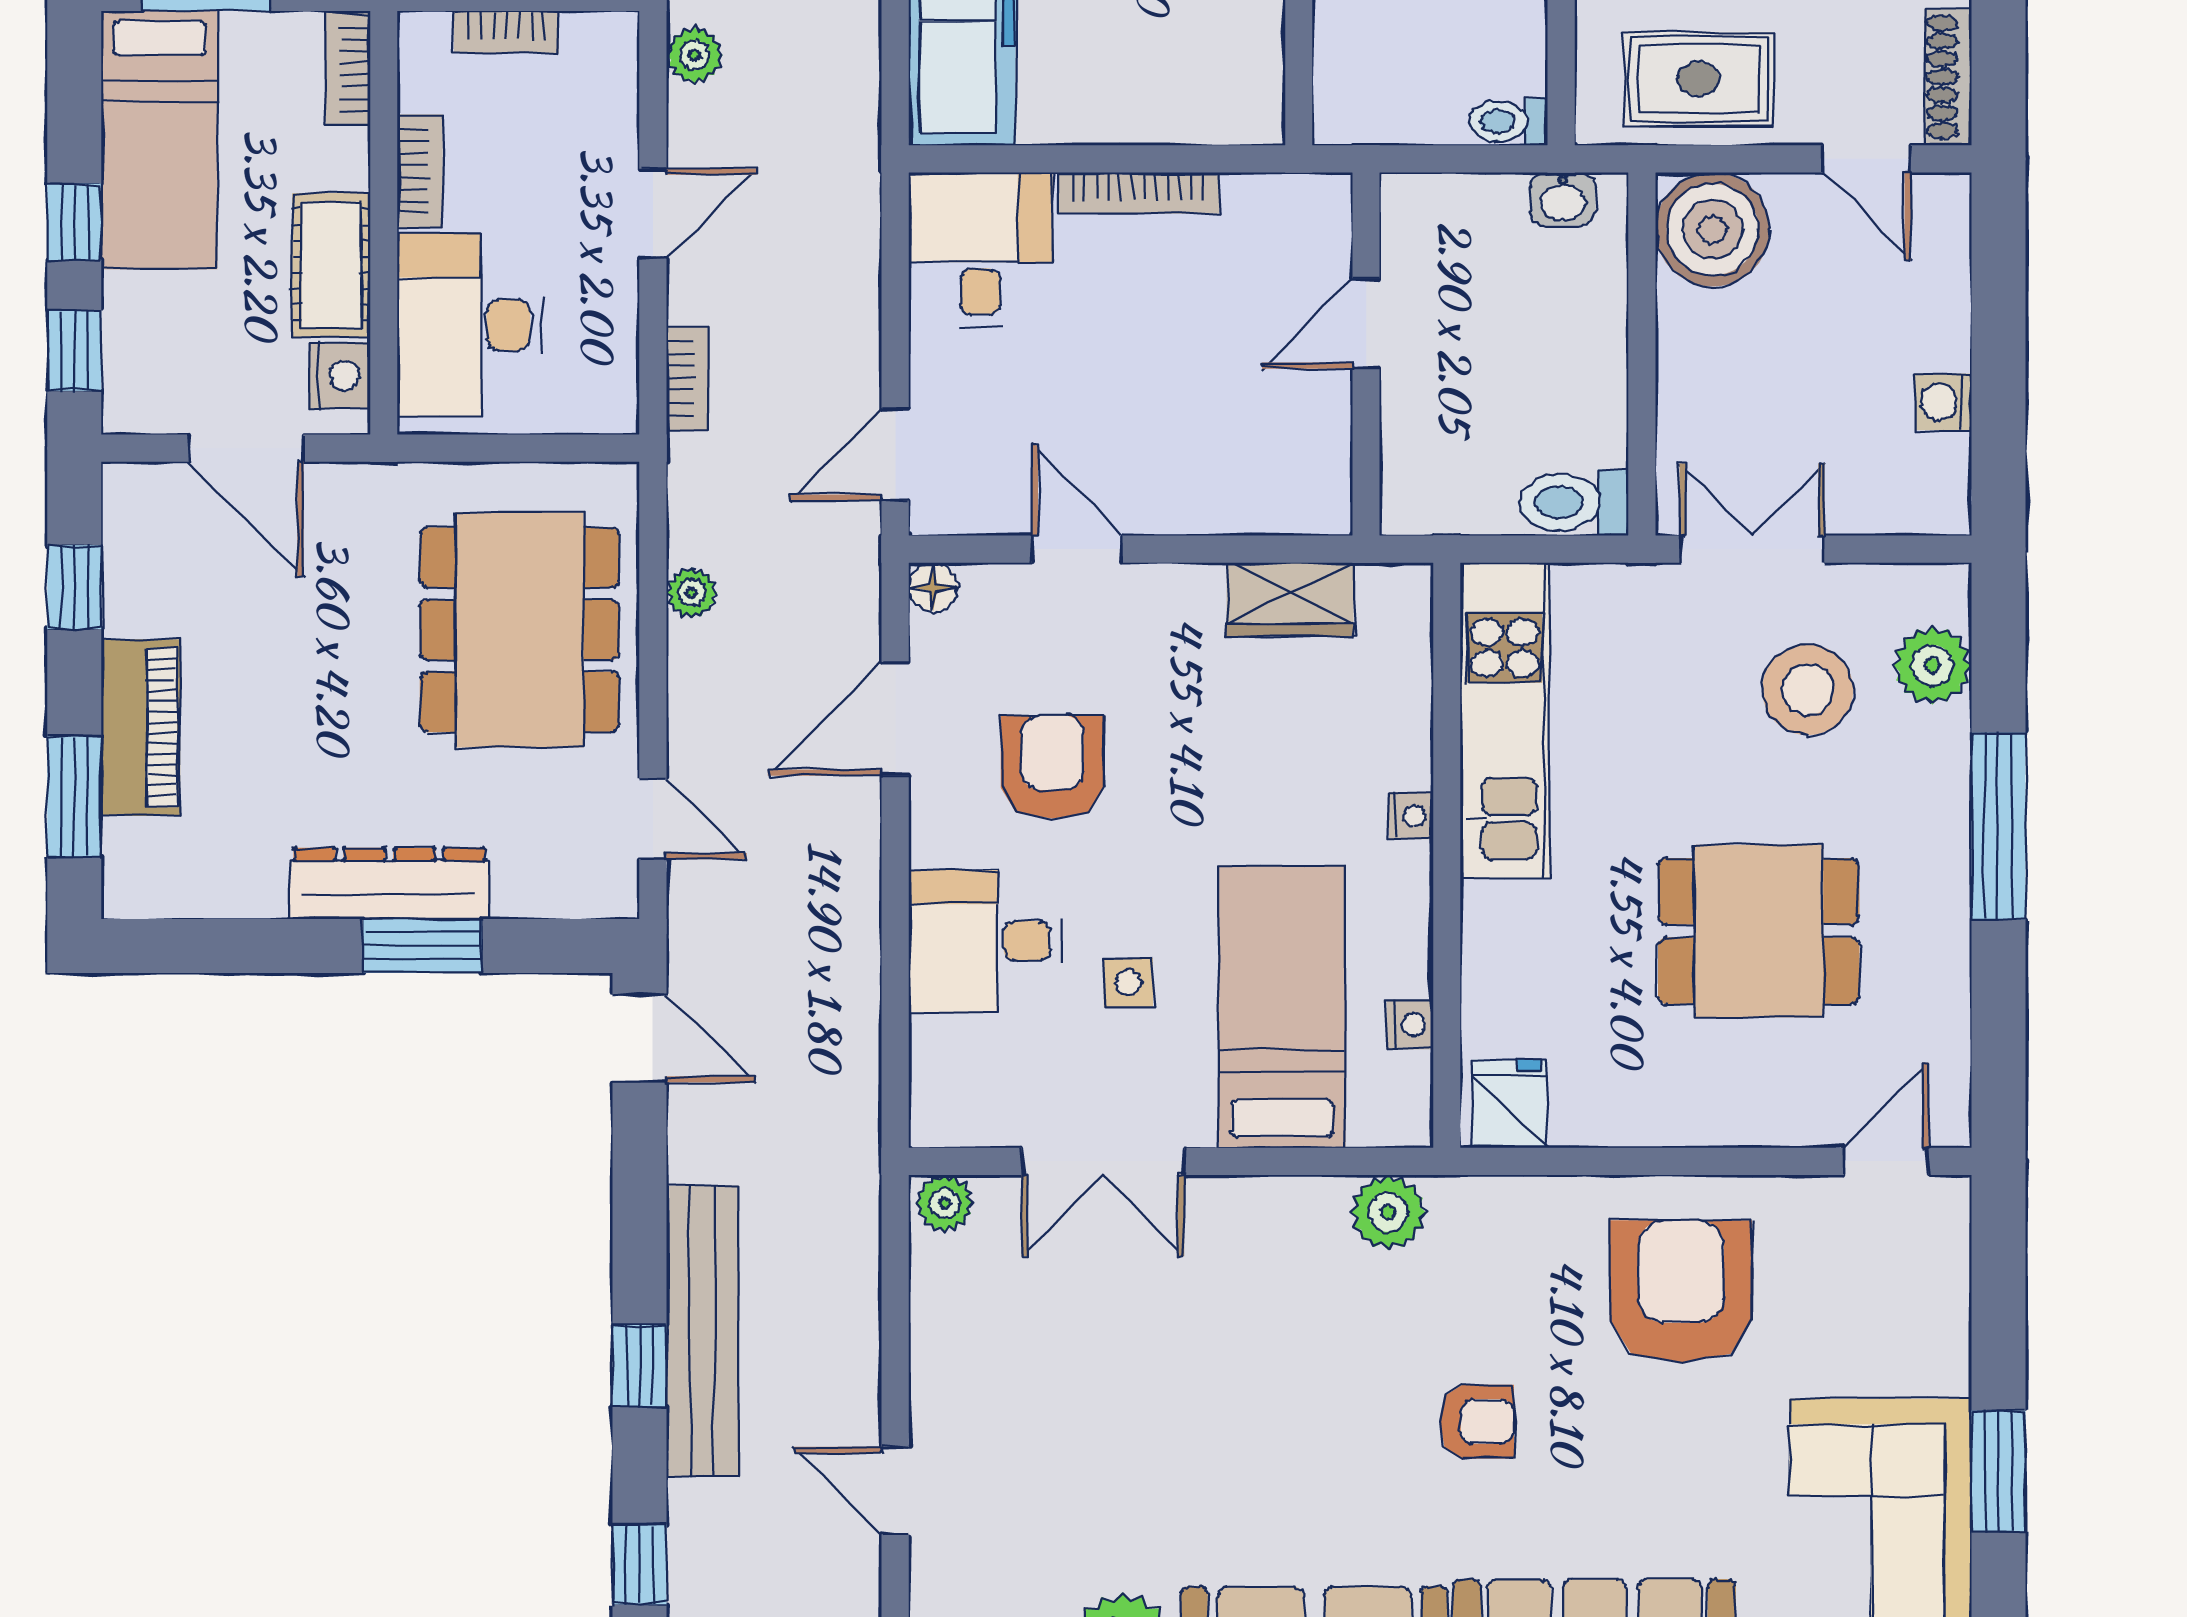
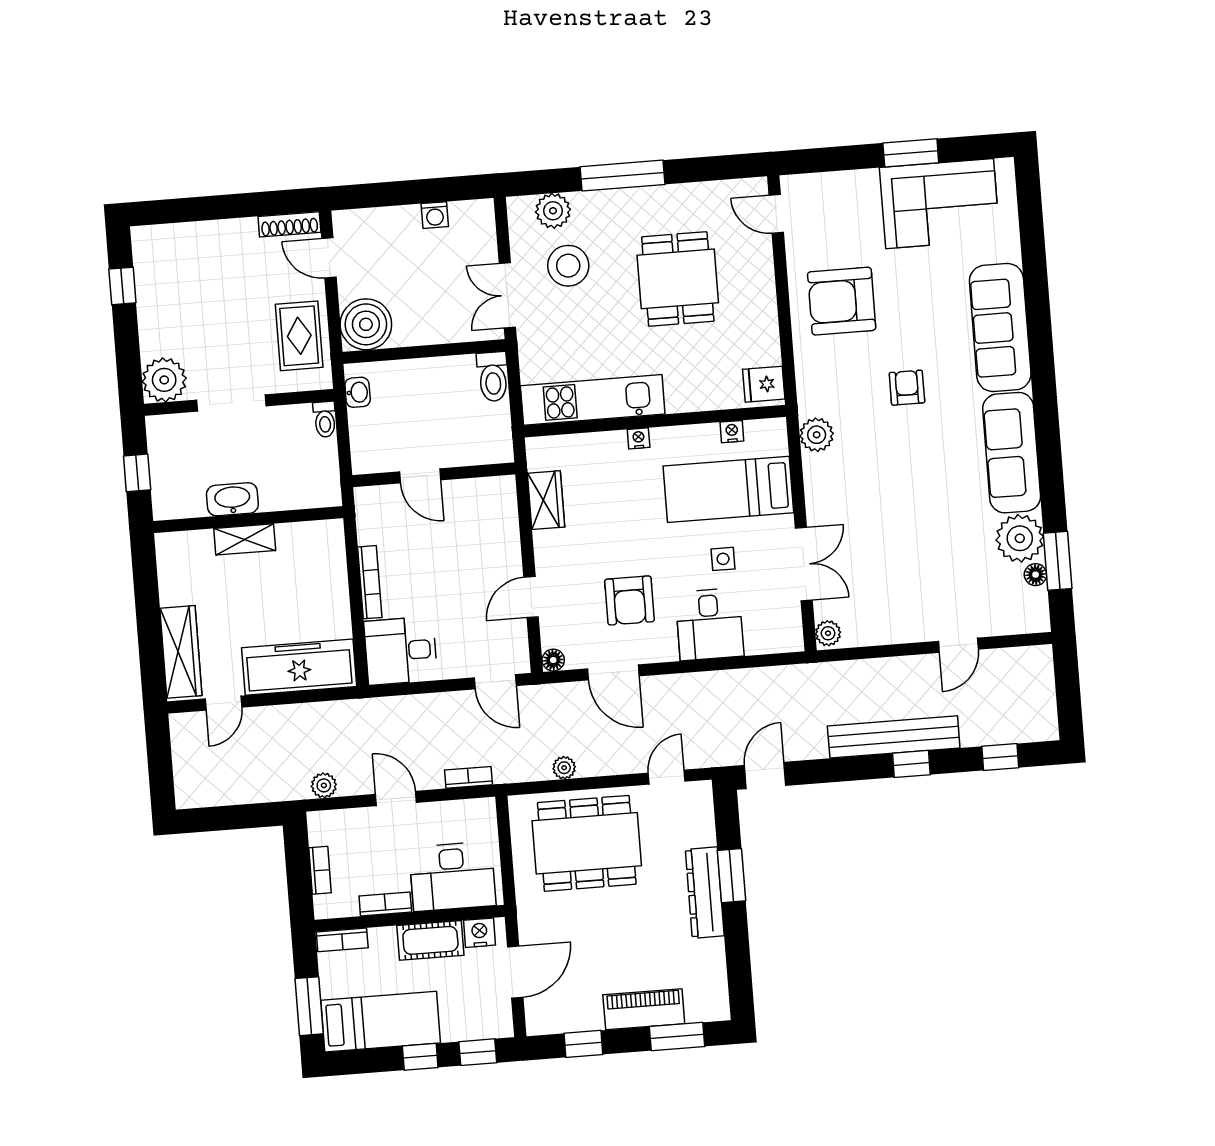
door: (1867, 159) -> (329, 258), swing flipped
armchair: (1052, 767) -> (629, 600), turned -90

